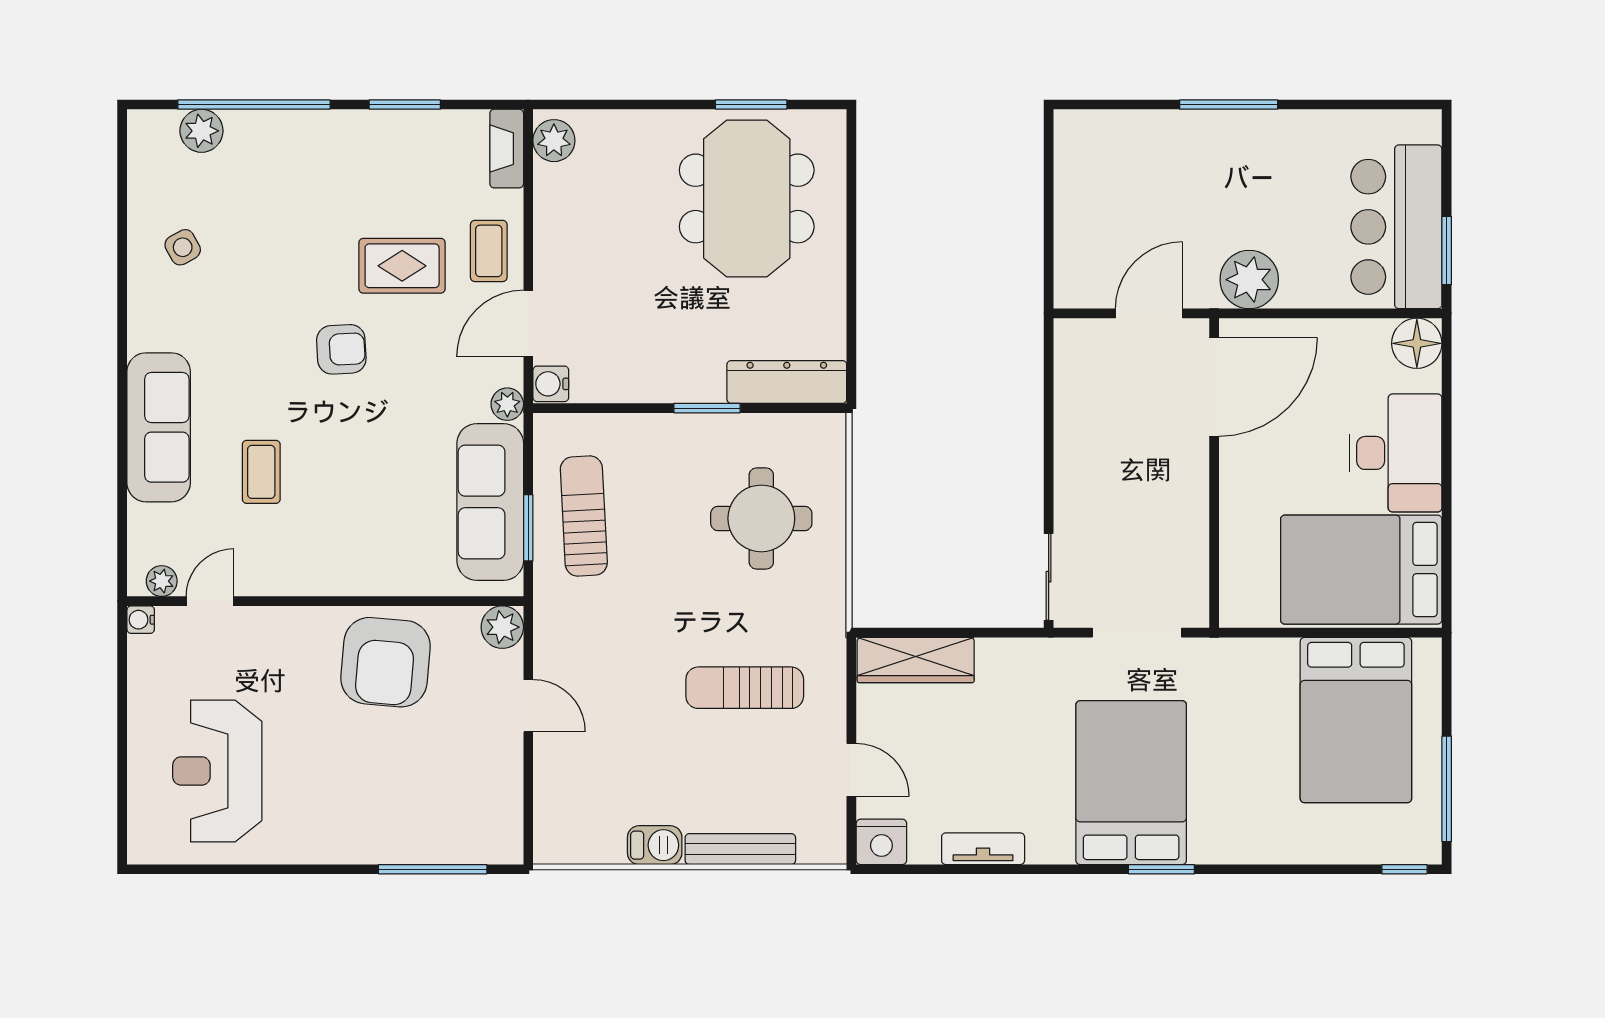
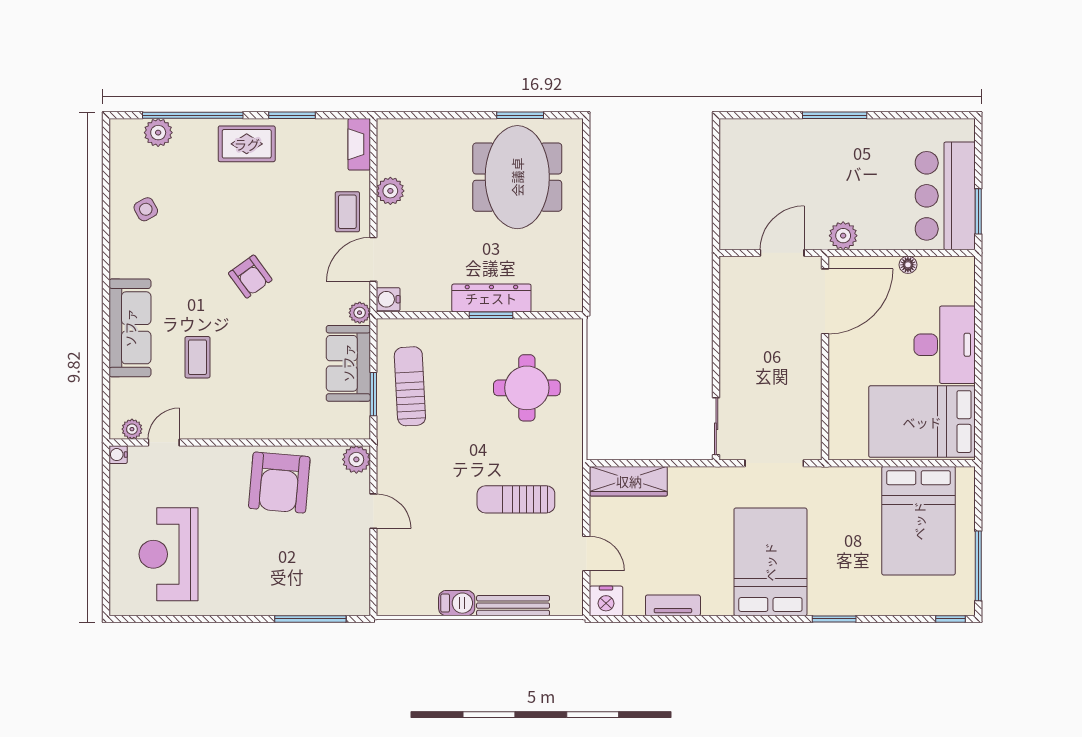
plant: (554, 141) -> (390, 191), moved
rug: (402, 266) -> (247, 144), moved
plant: (1249, 280) -> (843, 236), width x0.73, depth x0.73
floor lamp: (1417, 343) -> (908, 265), moved, width x0.53, depth x0.53
armchair: (341, 349) -> (250, 277), turned 57
dresser: (787, 382) -> (491, 298), moved
sofa: (490, 502) -> (348, 363), width x0.73
window: (1161, 869) -> (834, 619), moved

